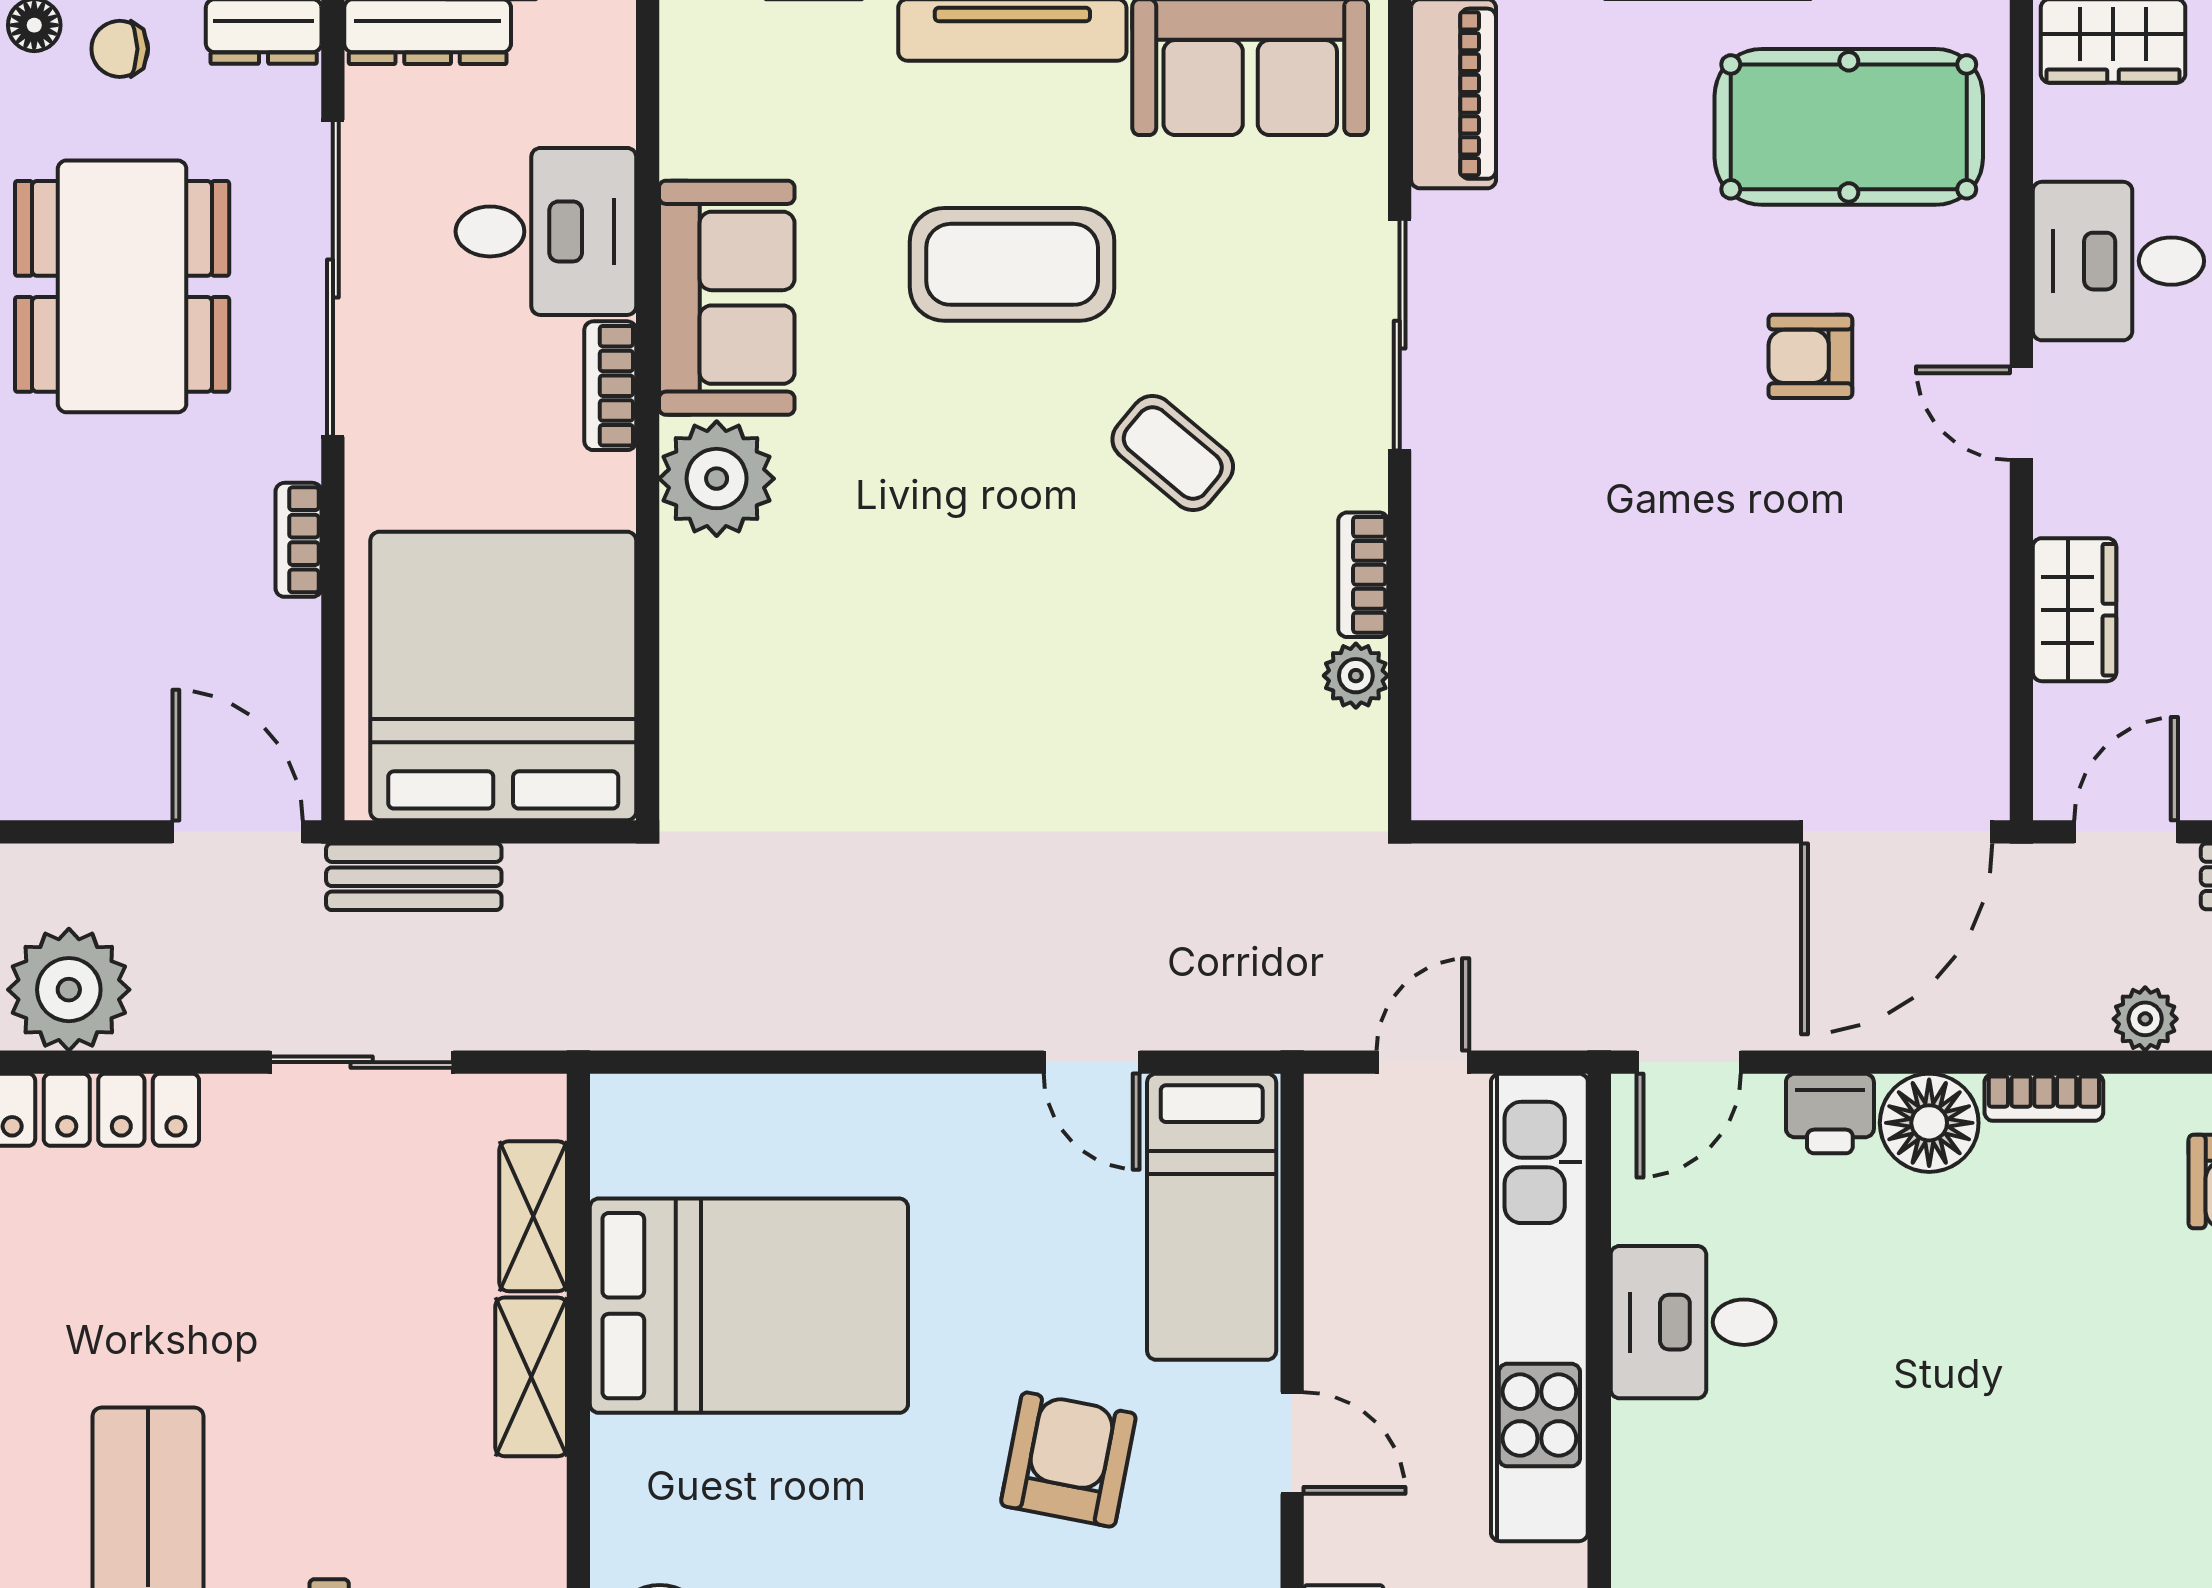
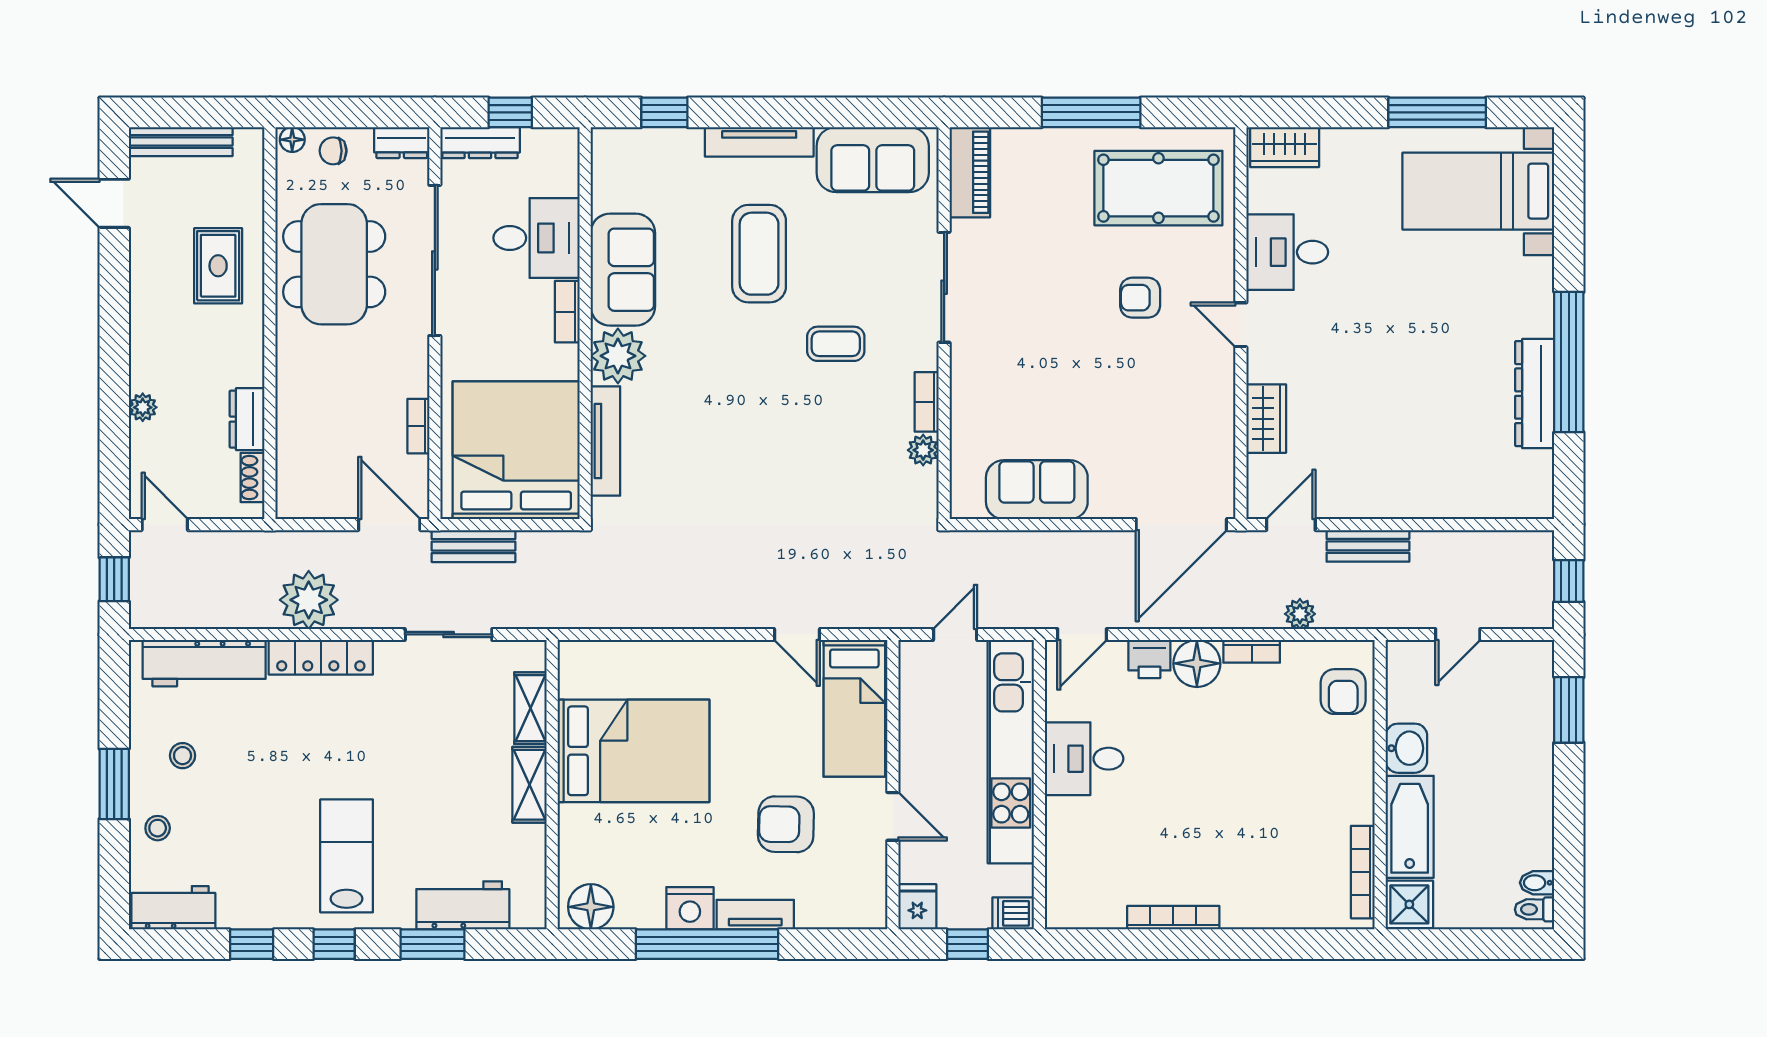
coffee table: (1012, 264) -> (759, 254), turned 90
coffee table: (1173, 453) -> (836, 344), turned -40
bookcase: (298, 540) -> (418, 426), moved
tv unit: (690, 657) -> (605, 441), added
sofa: (1594, 759) -> (1037, 490), added
armchair: (1068, 1460) -> (786, 824), turned -100

